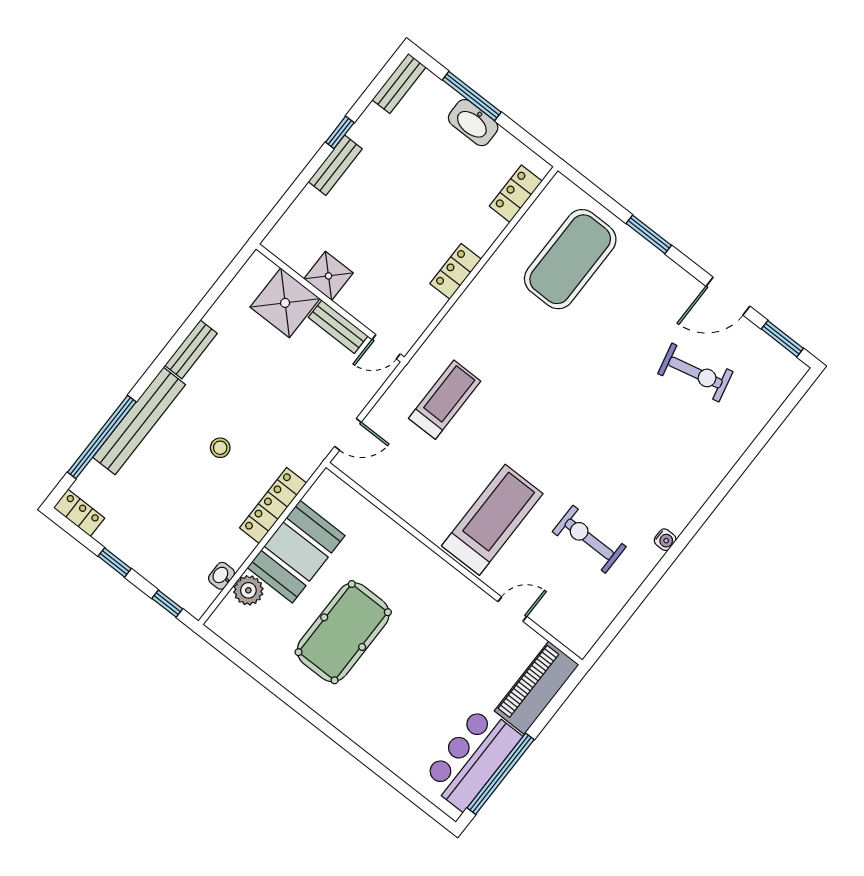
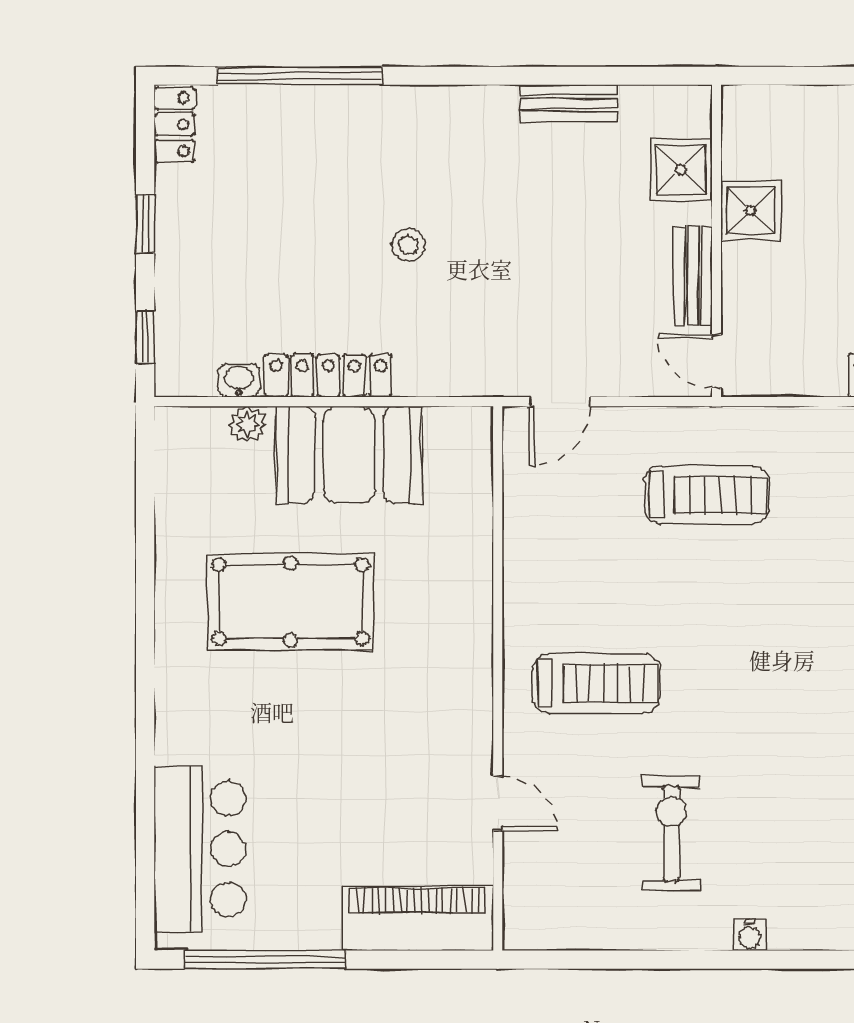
shower: (285, 303) -> (681, 169), width x0.73, depth x0.73
bench: (191, 349) -> (569, 103), moved
bench: (139, 421) -> (360, 109), removed
door: (348, 434) -> (560, 402), hinge flipped
locker: (273, 505) -> (328, 376), moved
treadmill: (492, 520) -> (596, 683), width x0.73, depth x0.73
plant: (248, 590) -> (247, 425), width x0.73, depth x0.73
bar counter: (472, 758) -> (200, 849), moved, turned 90

